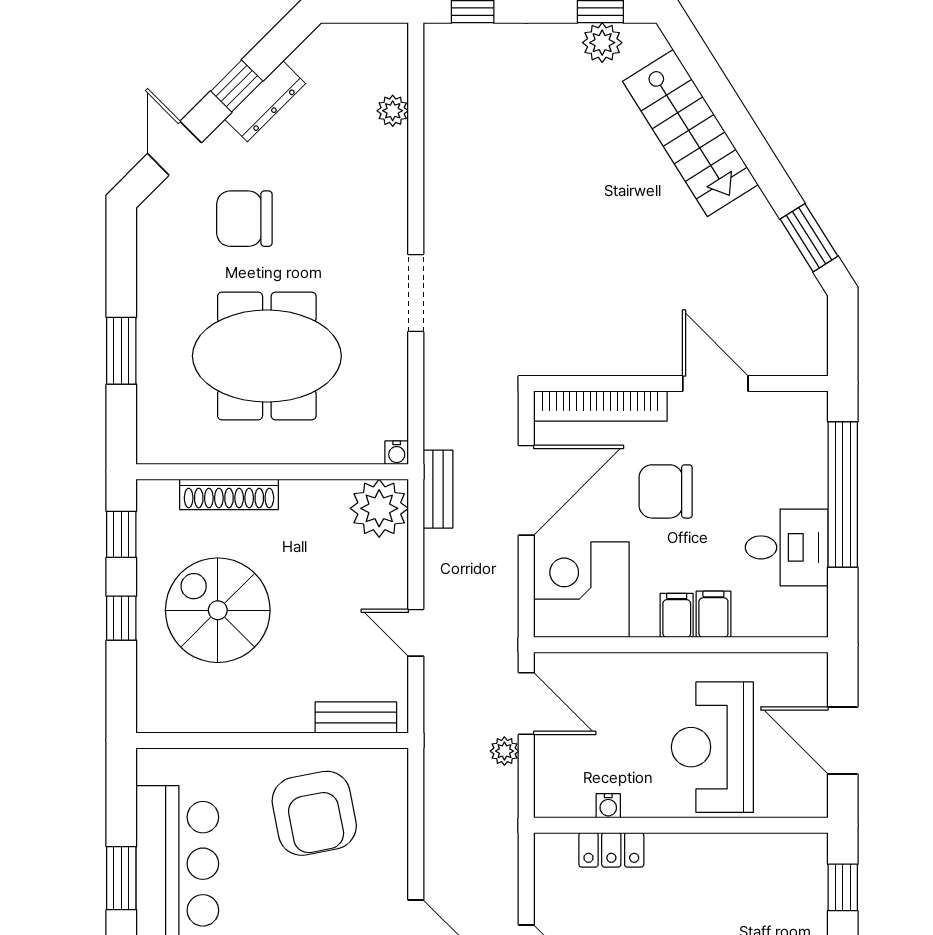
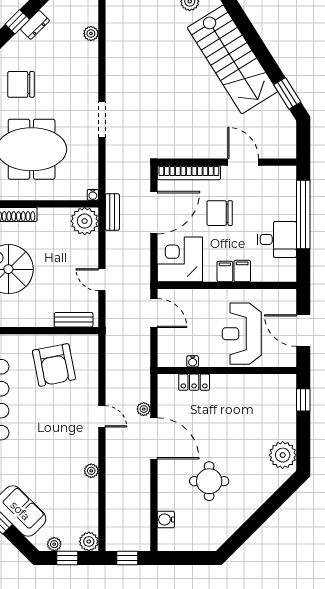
dresser: (265, 101) -> (35, 25), width x0.70
stairs: (690, 133) -> (233, 59), width x1.36, depth x1.51
plant: (504, 751) -> (144, 409), moved

